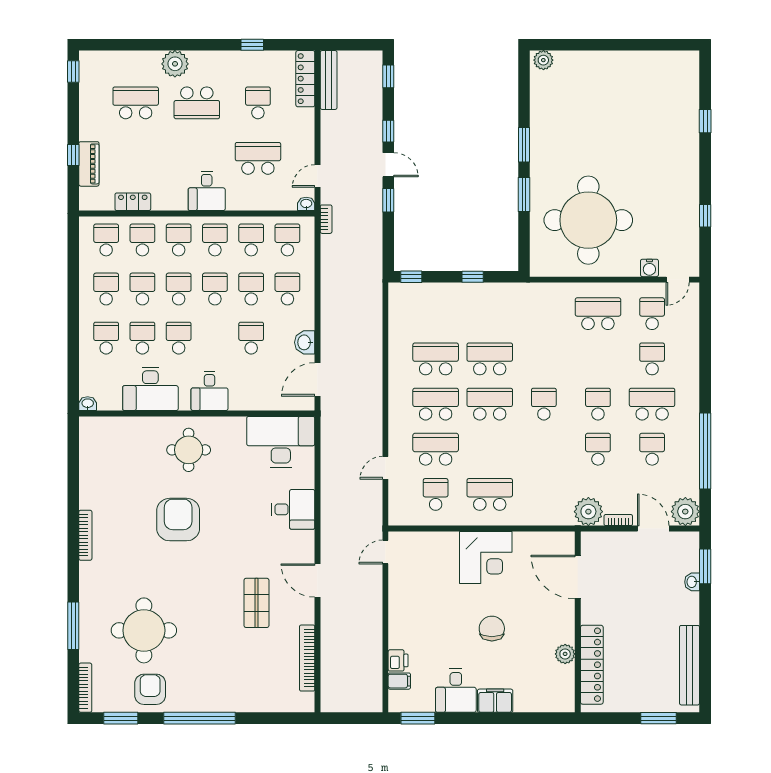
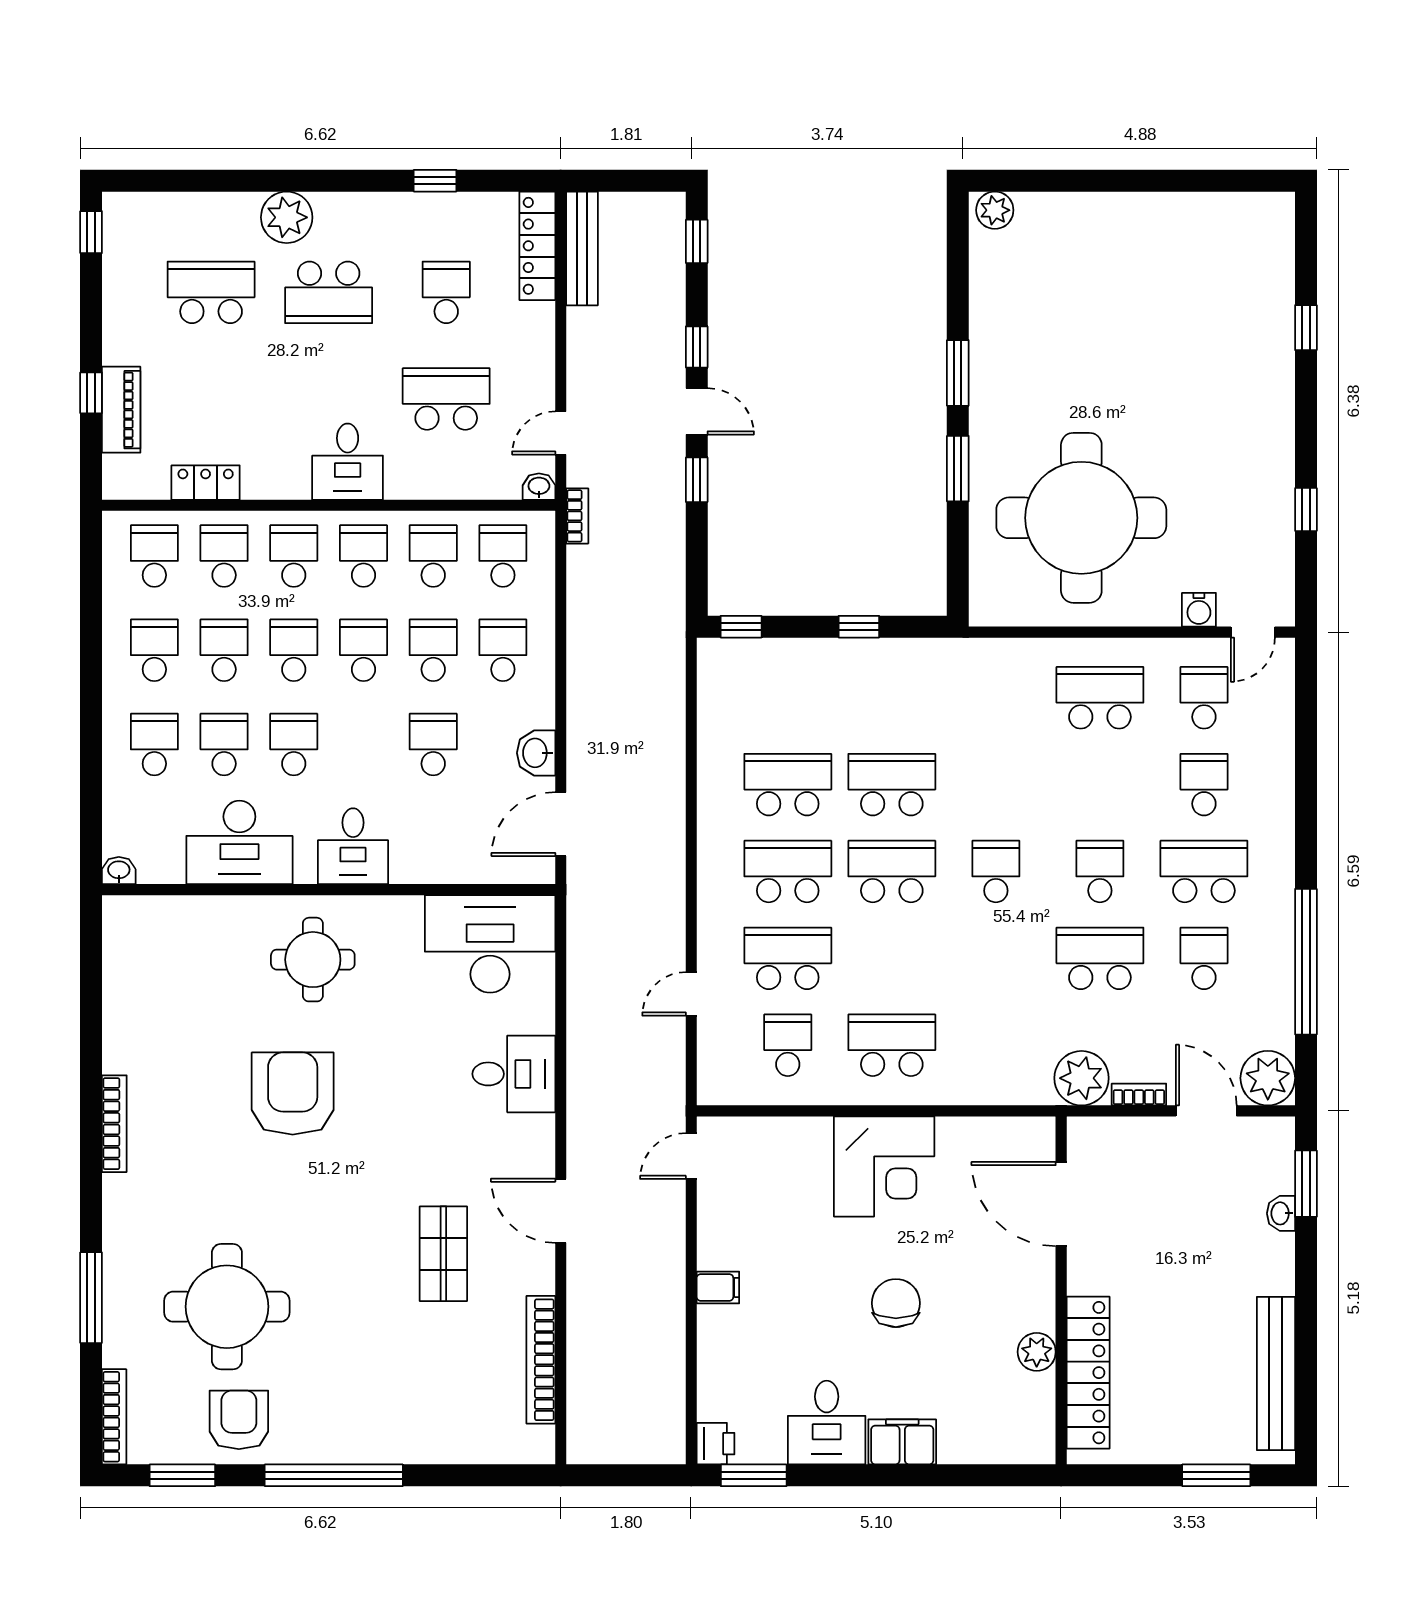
school desk: (598, 449) -> (1100, 958), width x1.85
printer: (398, 660) -> (716, 1444), moved
filing cabinet: (399, 681) -> (718, 1287), moved

